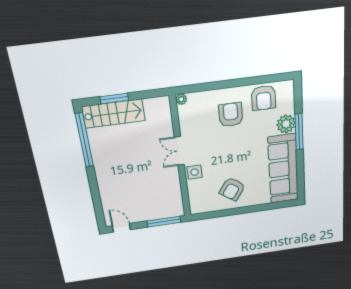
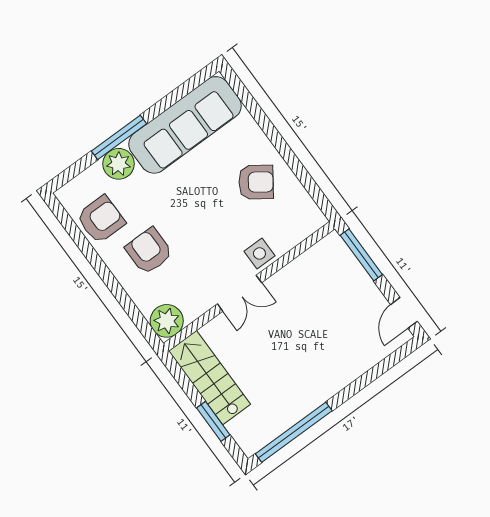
plant: (181, 99) -> (167, 321), width x1.88, depth x1.88
stairs: (114, 114) -> (210, 378), moved
armchair: (231, 115) -> (149, 251), turned 90

